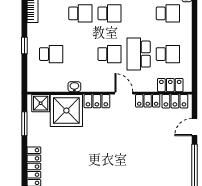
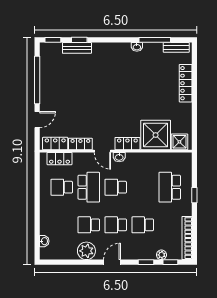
school desk: (168, 13) -> (89, 225), moved
school desk: (51, 54) -> (170, 187), width x1.85
washbasin: (74, 87) -> (119, 157), moved
window: (24, 124) -> (194, 123), removed

